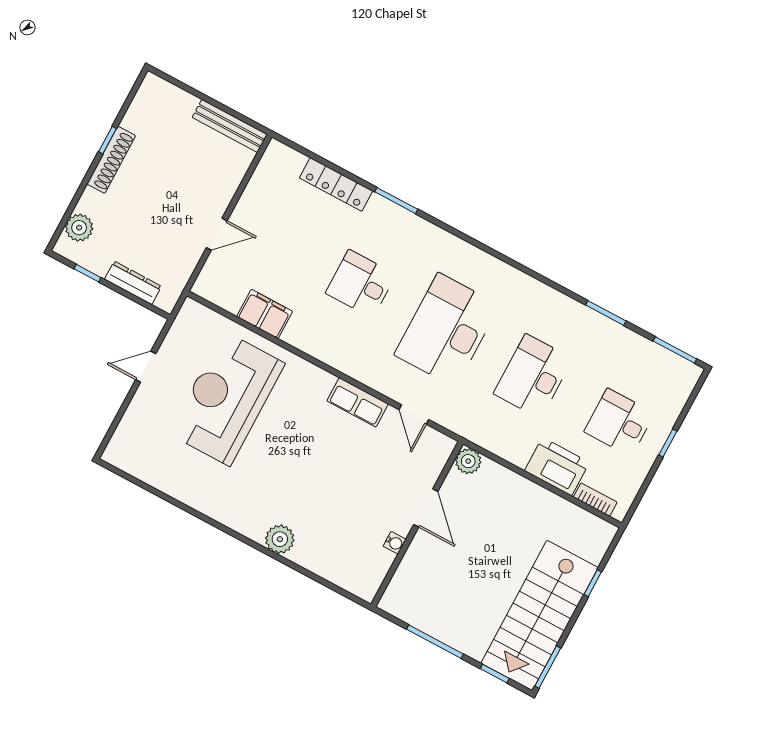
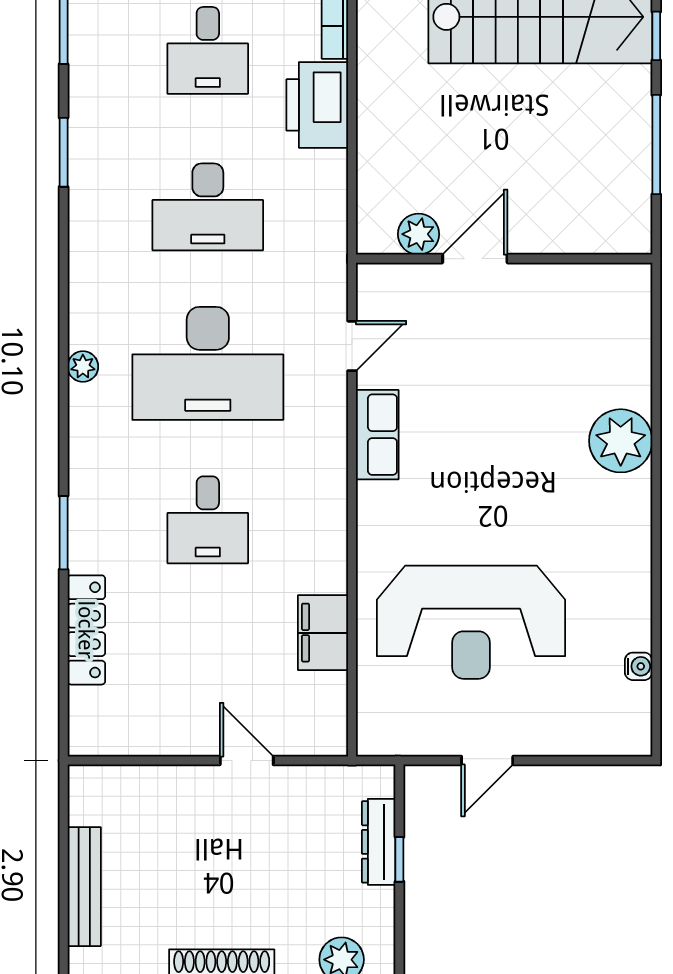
bench: (230, 126) -> (84, 887), moved
plant: (482, 260) -> (83, 367), added
window: (88, 273) -> (399, 859), moved
door: (146, 367) -> (487, 761), hinge flipped
plant: (468, 461) -> (419, 234), moved
plant: (280, 539) -> (621, 441), width x1.36, depth x1.36
water cooler: (395, 543) -> (639, 666), moved, turned 90

